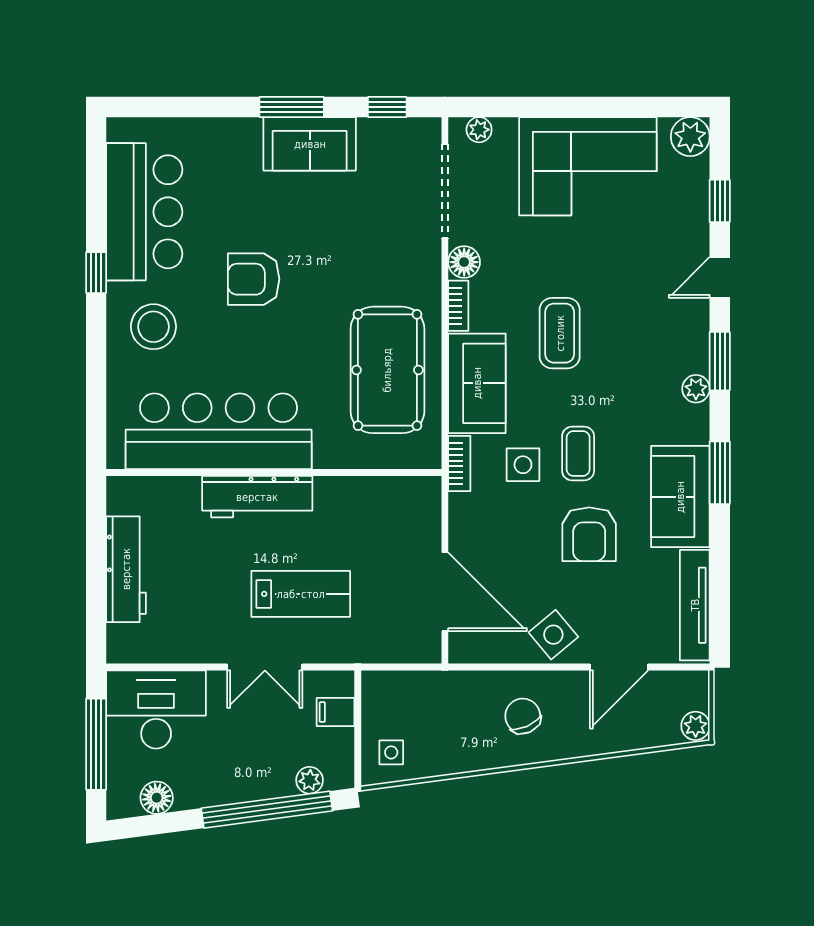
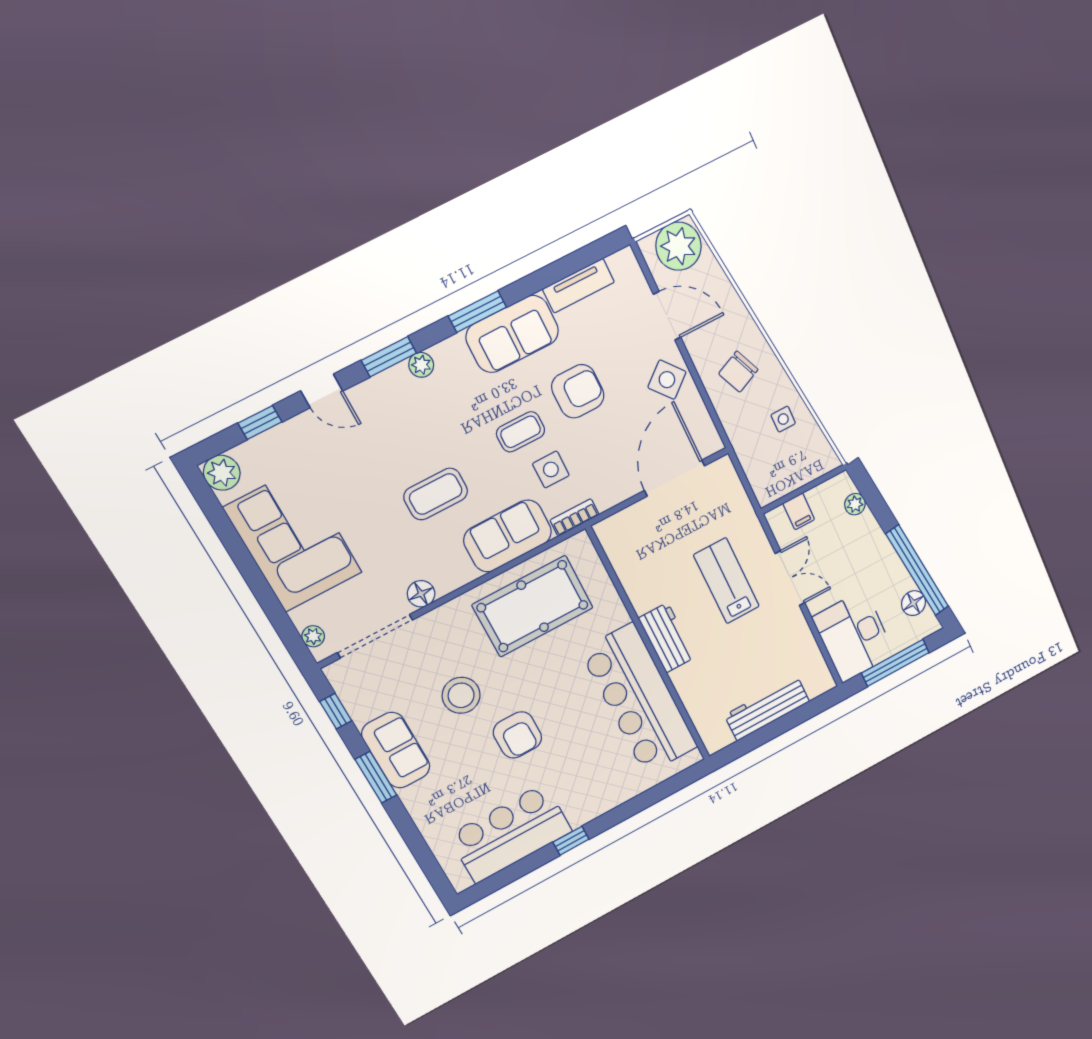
bookcase: (458, 306) -> (457, 581), removed
stool: (153, 327) -> (461, 695), moved
workbench: (257, 497) -> (667, 638), width x0.73
tv unit: (695, 605) -> (578, 286), width x0.71
plant: (696, 726) -> (679, 246), width x1.88, depth x1.88
side table: (391, 752) -> (783, 419), moved
window: (267, 810) -> (917, 570), moved

